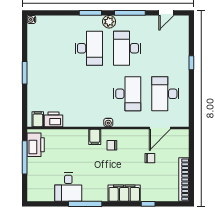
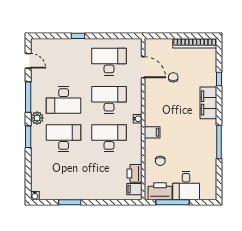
window: (25, 73) -> (70, 202), moved
desk: (89, 94) -> (109, 138), added
desk: (165, 94) -> (109, 62), turned 180
chair: (112, 145) -> (160, 161), moved
desk: (68, 187) -> (186, 185), moved, turned 90

